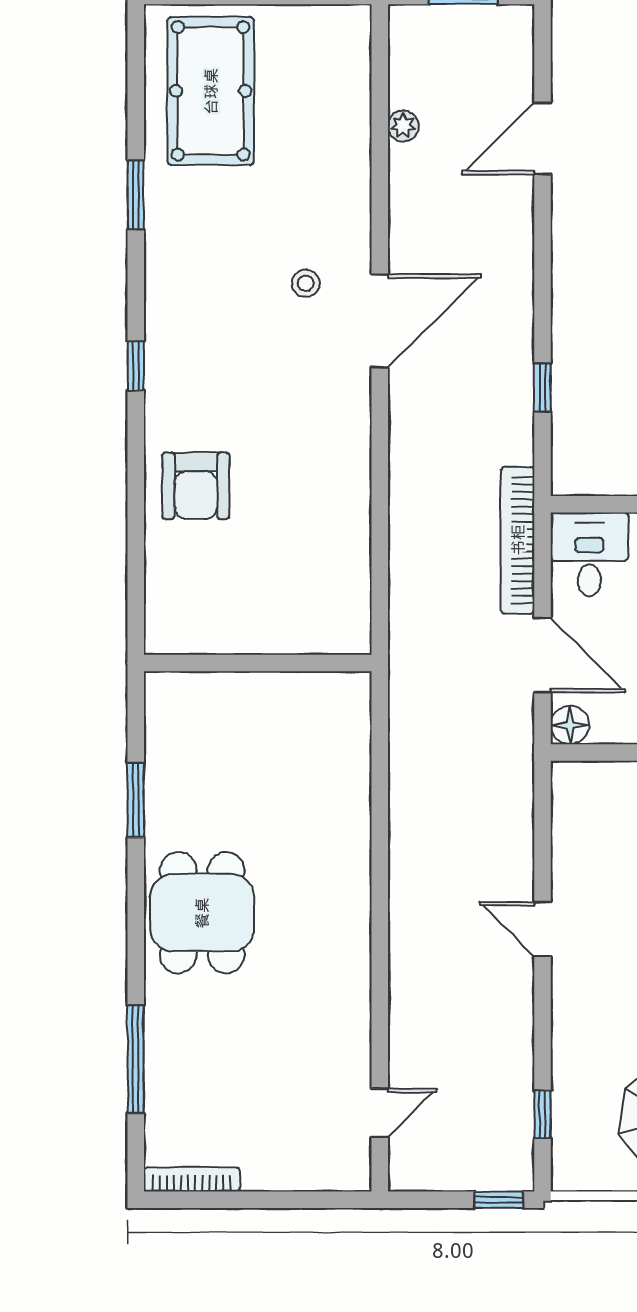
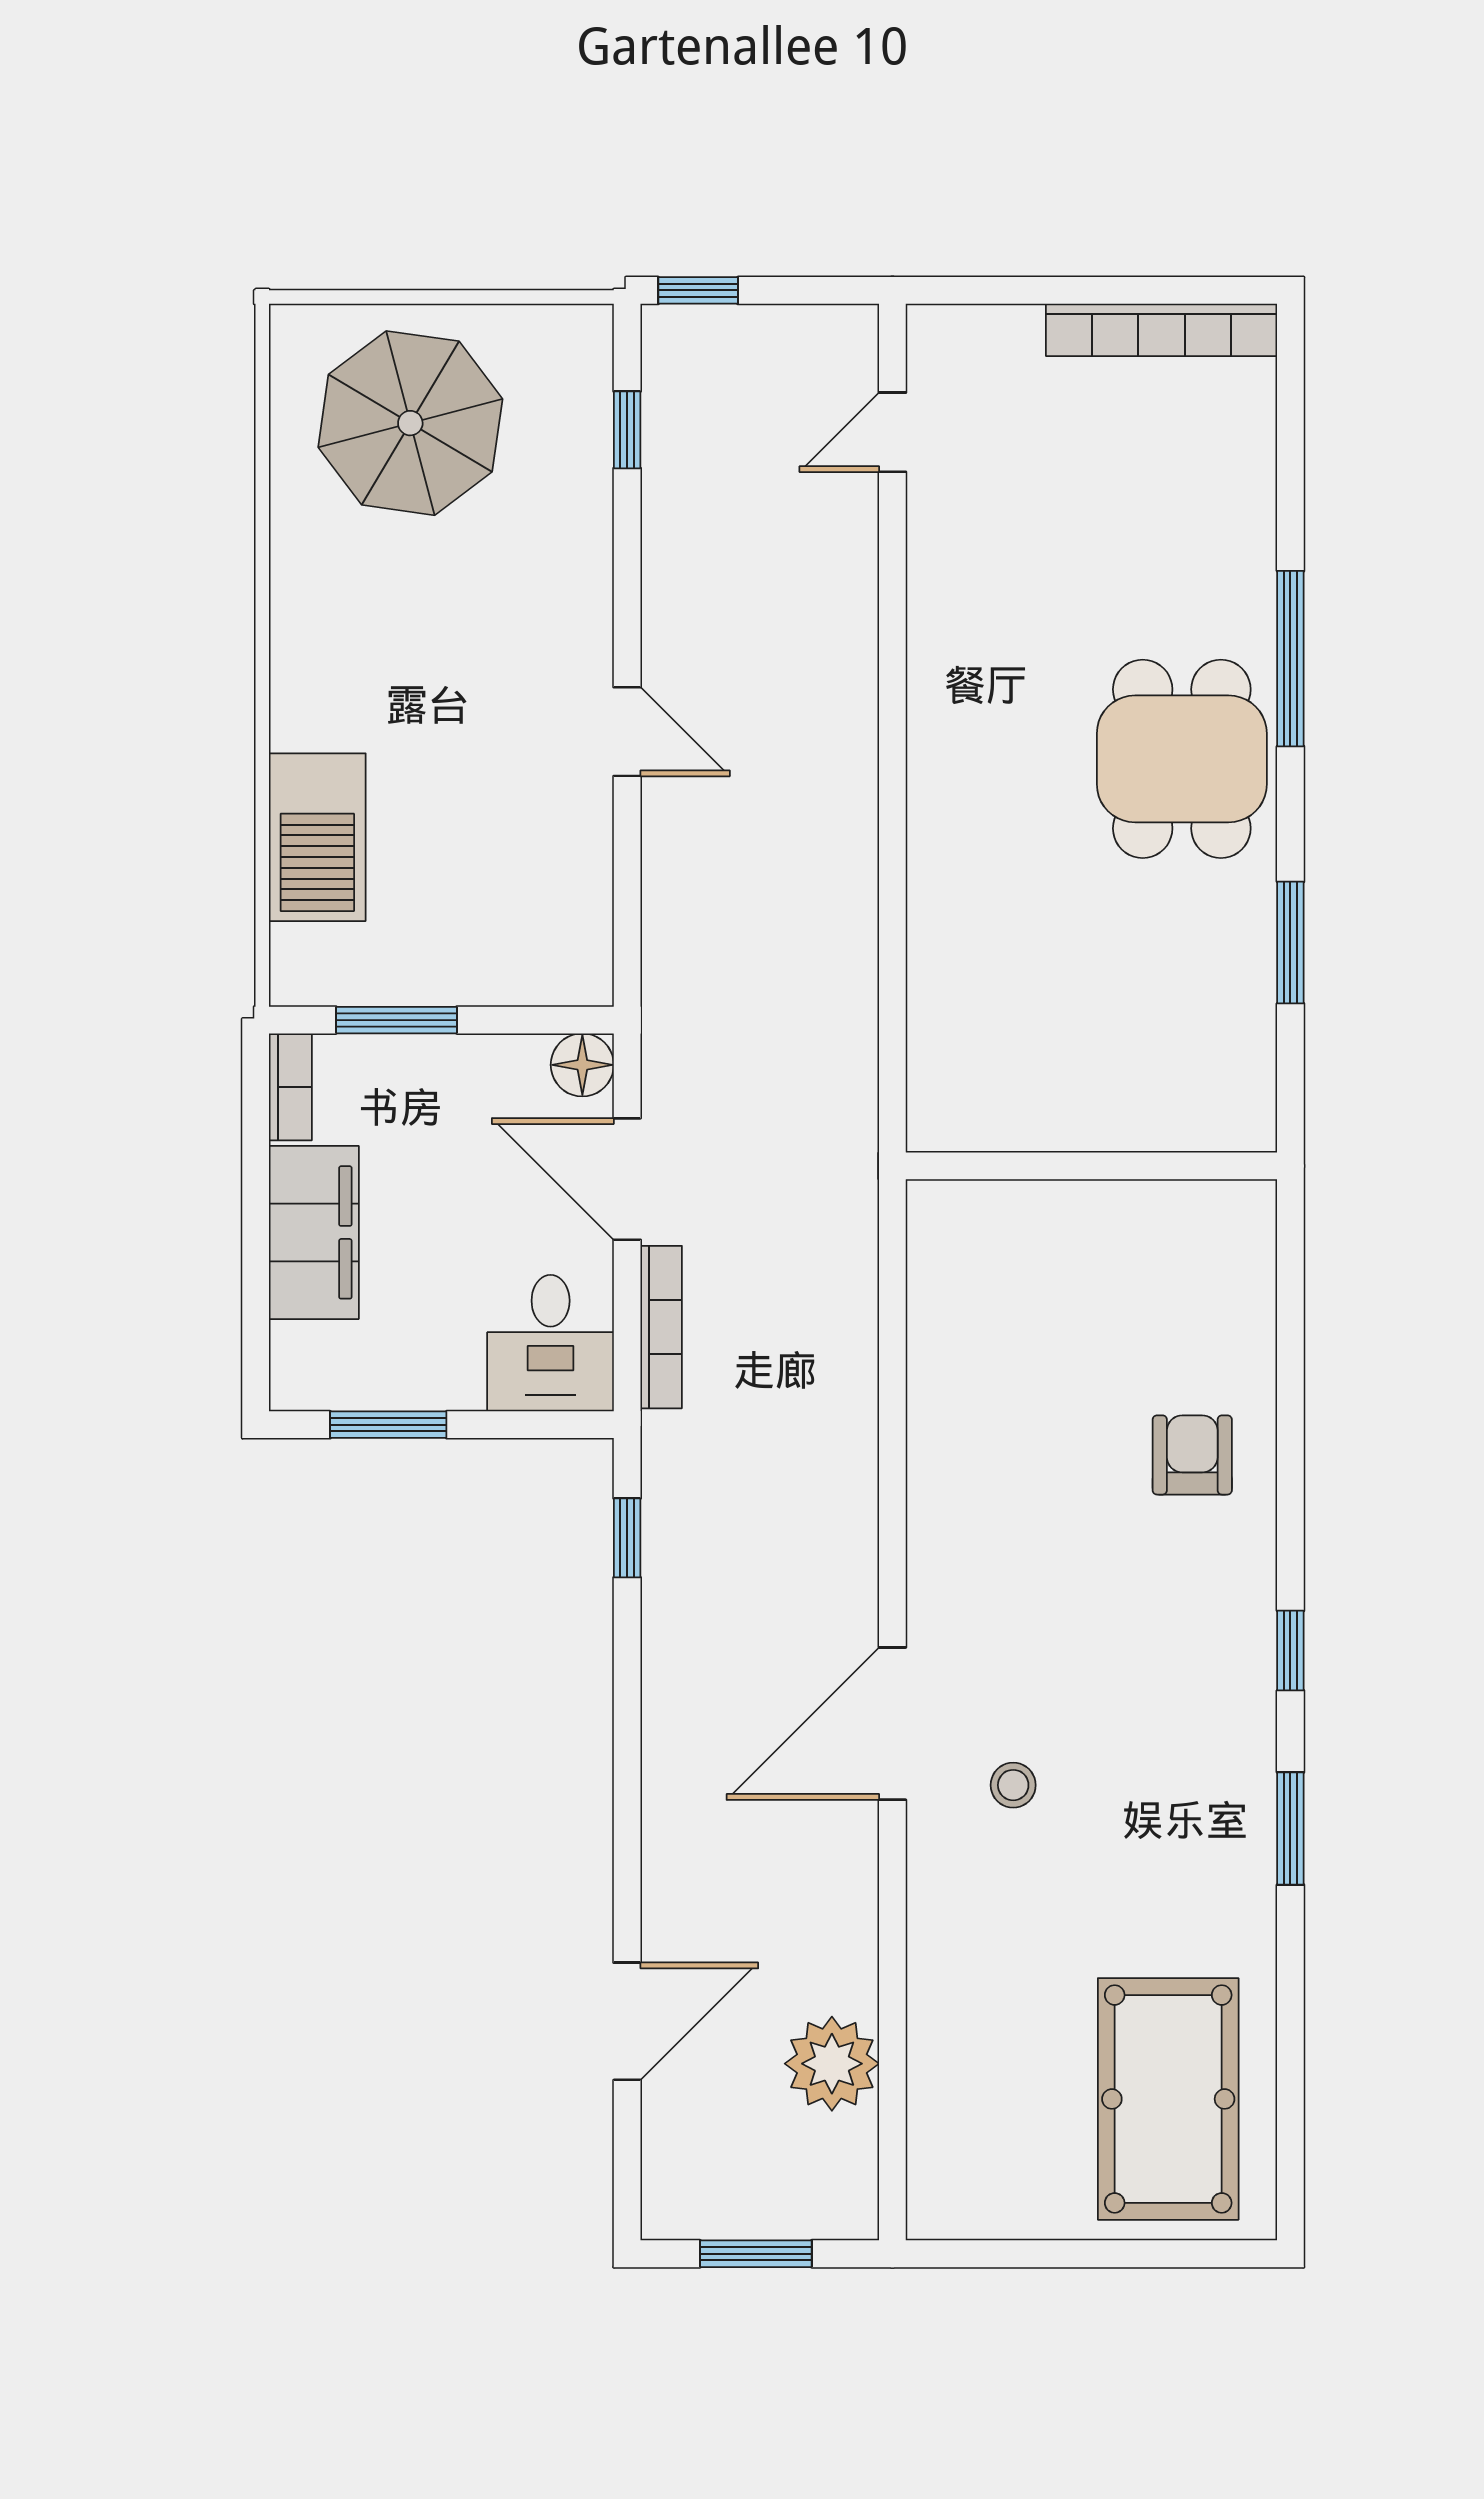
plant: (403, 126) -> (832, 2064), width x1.87, depth x1.87
window: (136, 195) -> (1290, 1829), moved
window: (542, 388) -> (627, 1538), moved
armchair: (196, 486) -> (1192, 1455), width x0.72, depth x0.72
bookcase: (518, 540) -> (661, 1327), width x0.68, depth x0.76
window: (136, 1059) -> (1290, 659), moved
bookcase: (192, 1179) -> (1162, 330), width x1.48, depth x1.31

